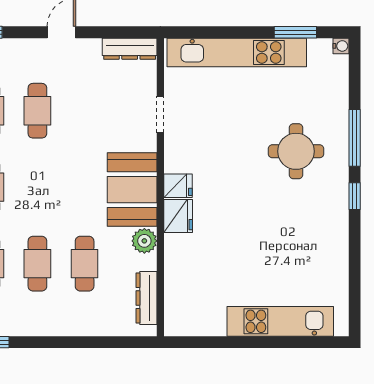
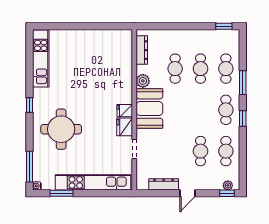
dresser: (130, 49) -> (164, 184), moved
window: (355, 138) -> (30, 167), moved
round table: (296, 151) -> (61, 129), width x1.36, depth x1.36
fridge: (178, 216) -> (125, 127), moved
kitchen unit: (280, 321) -> (41, 59), moved, turned -90

